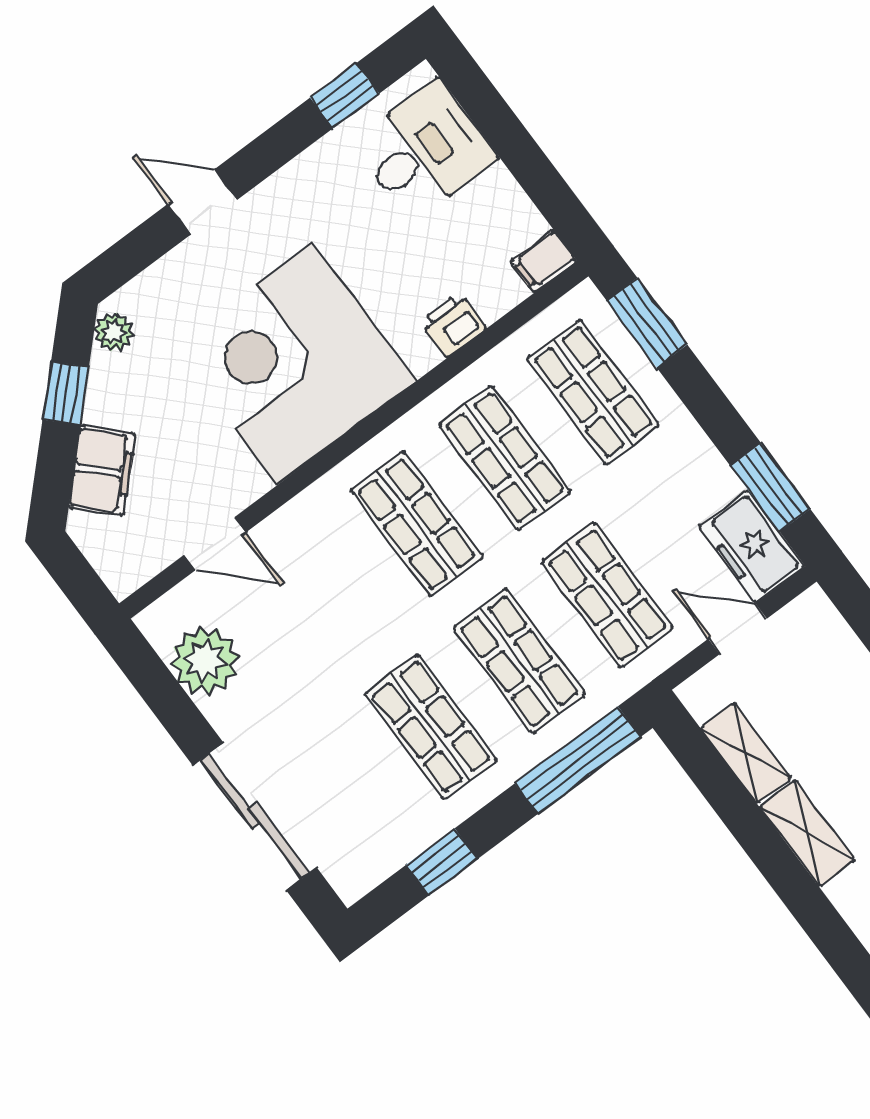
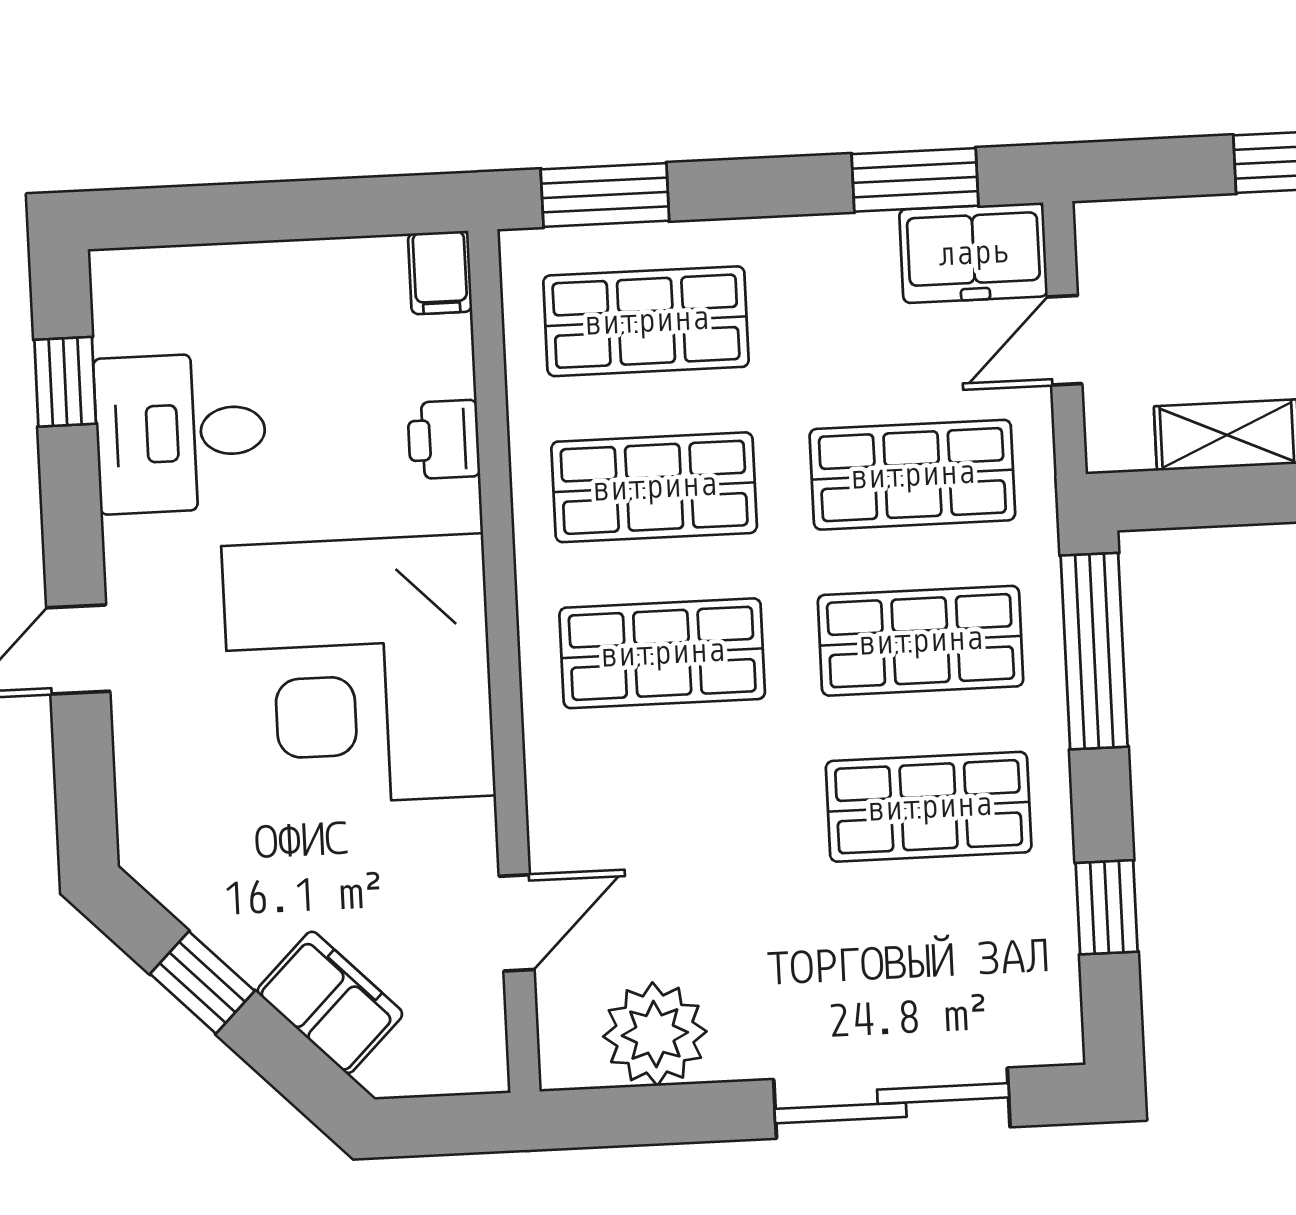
desk: (425, 150) -> (181, 433), moved, turned -90
plant: (114, 332) -> (166, 870), removed

